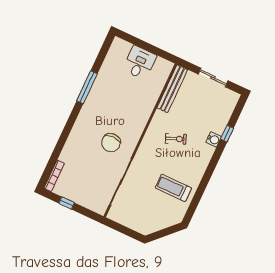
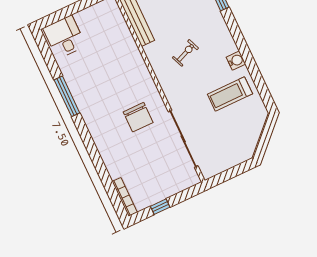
desk: (140, 63) -> (64, 37), moved
water cooler: (214, 139) -> (236, 61), moved

